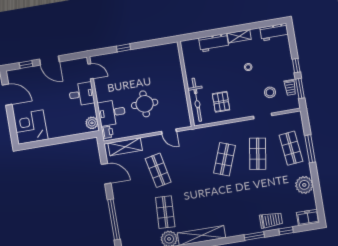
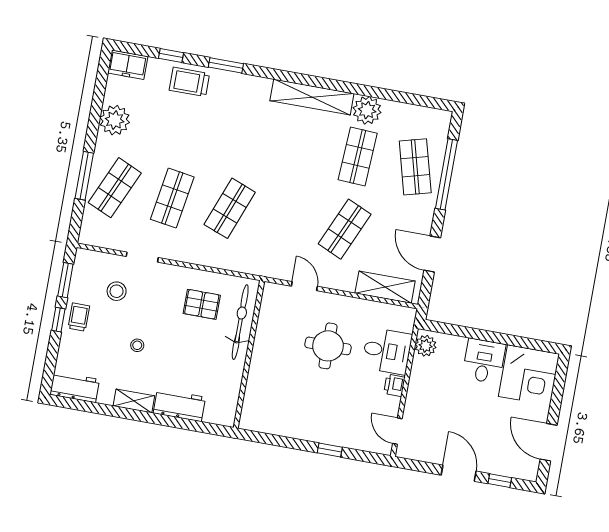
trolley: (290, 87) -> (79, 317), moved
desk: (81, 94) -> (484, 361), moved, turned 90
pallet: (221, 102) -> (202, 304), turned 90
printer: (107, 132) -> (394, 385), moved
shop shelf: (291, 148) -> (115, 188), turned 30
shop shelf: (158, 170) -> (345, 229), turned 36
shop shelf: (132, 218) -> (415, 167), added

